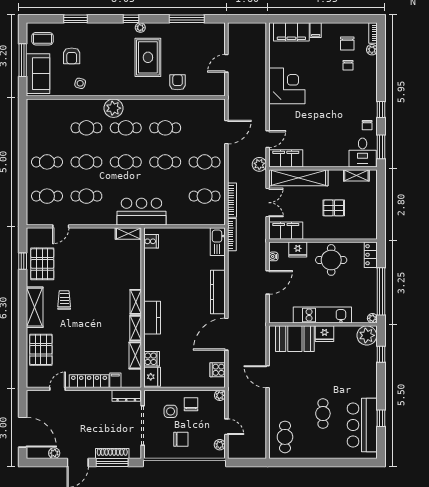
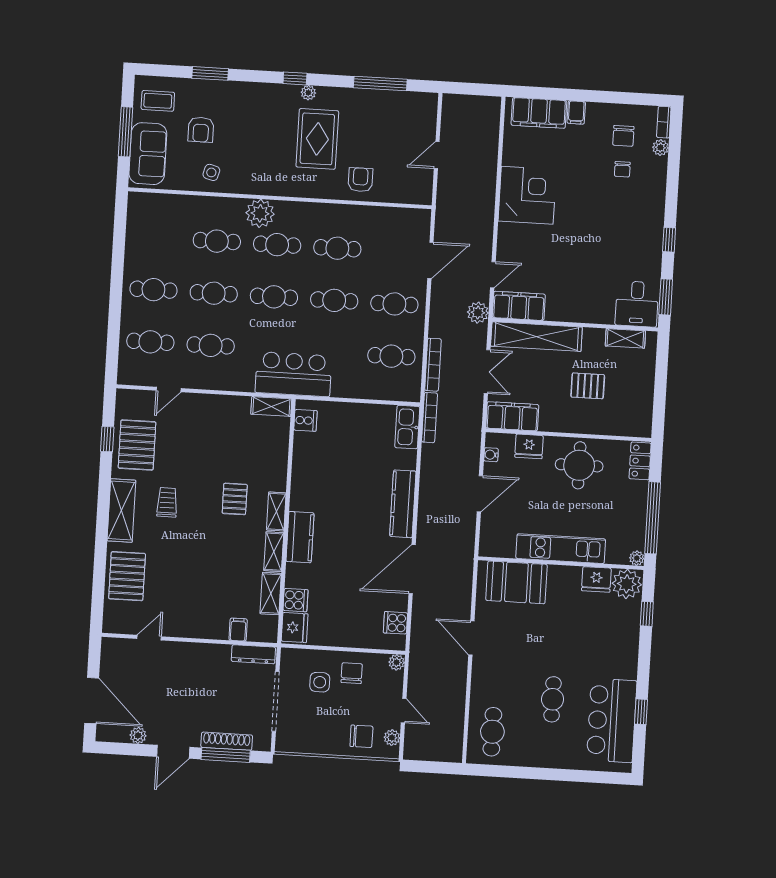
chair: (367, 125) -> (646, 263), removed
pallet: (108, 295) -> (235, 499), added
fridge: (325, 334) -> (596, 579), moved
locker: (89, 381) -> (198, 629), removed
chair: (181, 439) -> (361, 736), moved

